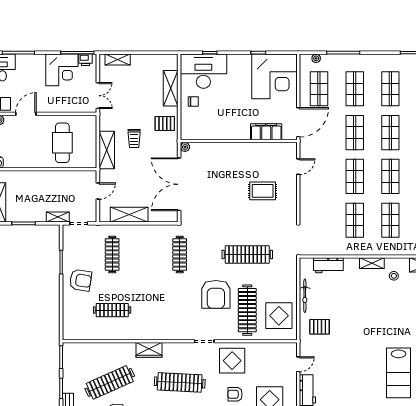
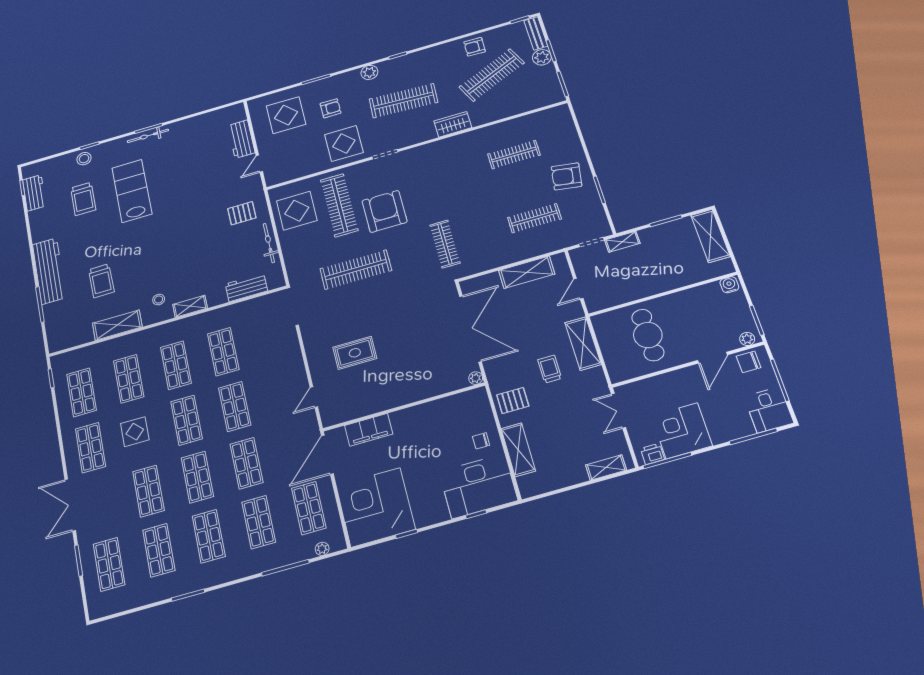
clothes rail: (112, 254) -> (534, 218), turned 90
plant: (69, 385) -> (542, 57), added

